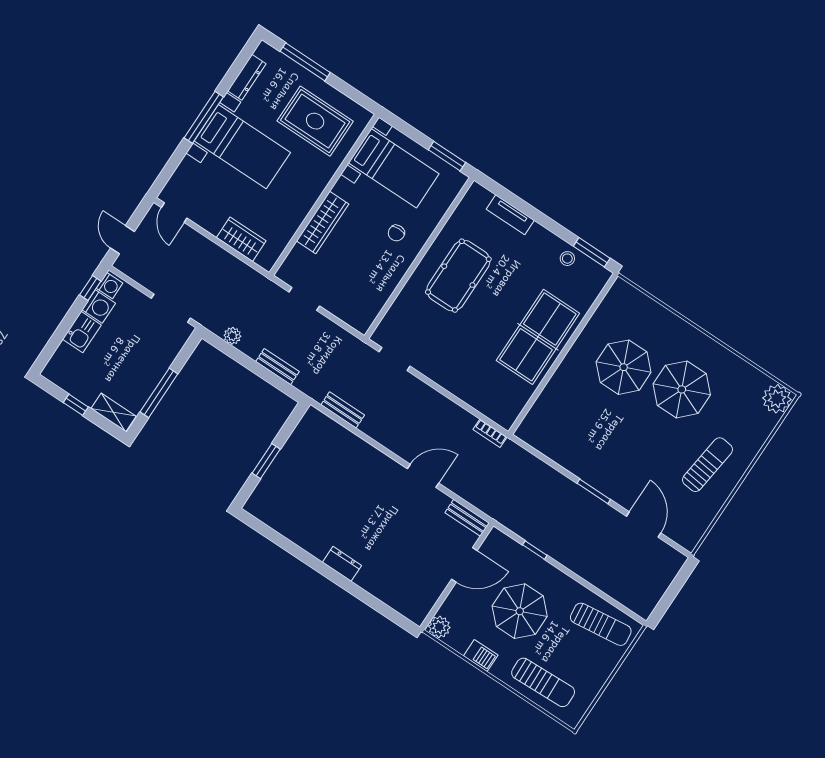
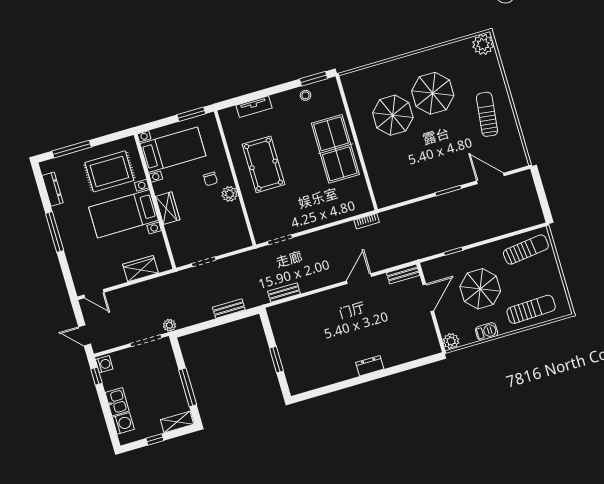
bed with nightstands: (242, 147) -> (124, 214), moved, turned 180
wardrobe: (323, 222) -> (168, 208), width x0.67
plant: (398, 266) -> (230, 194), added
washing machine: (99, 306) -> (123, 423), moved
plant: (232, 336) -> (169, 325), moved

